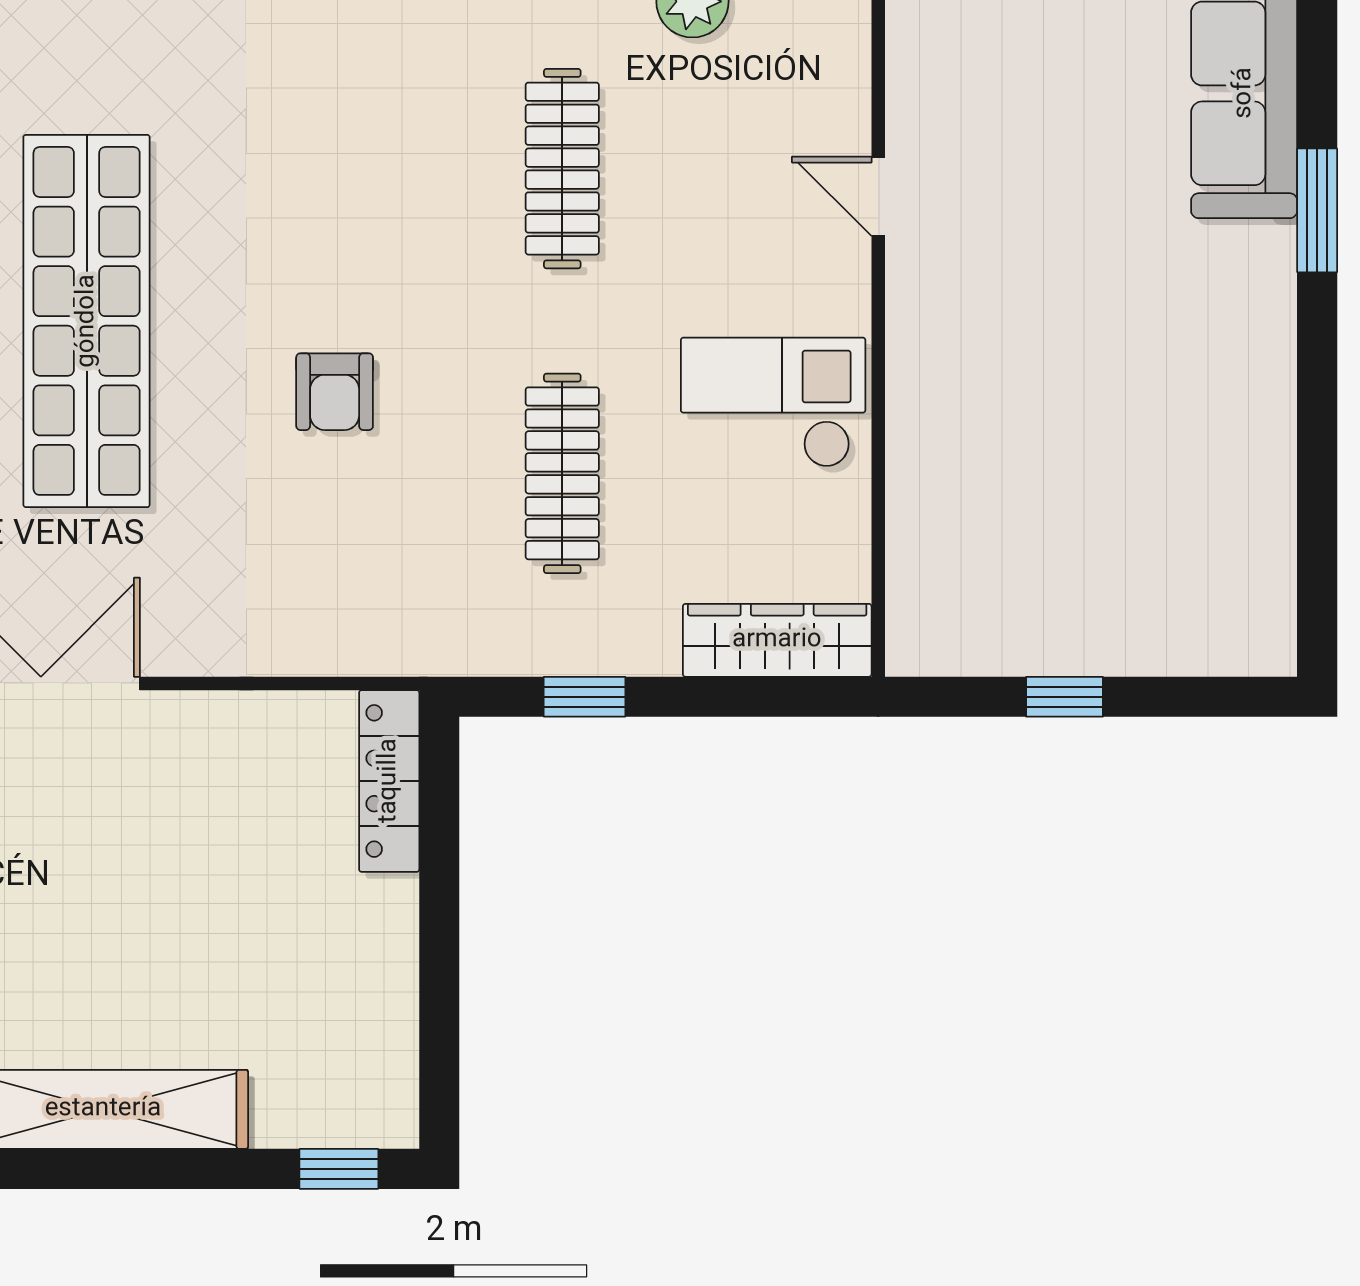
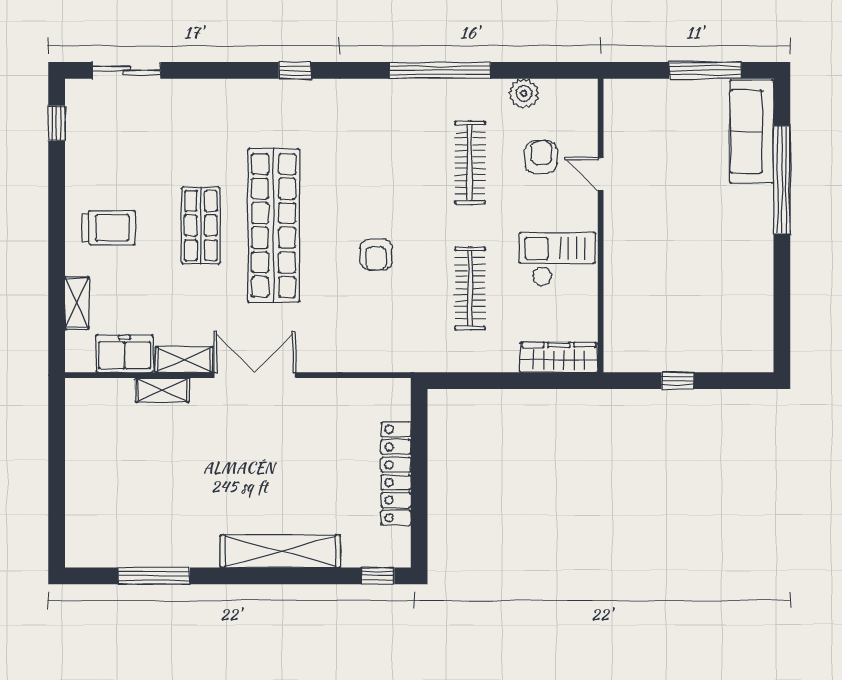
armchair: (734, 155) -> (541, 157), added
window: (1317, 210) -> (782, 180), width x2.11
window: (585, 697) -> (479, 381), removed
locker: (389, 781) -> (396, 473), moved, width x1.41, depth x1.21

